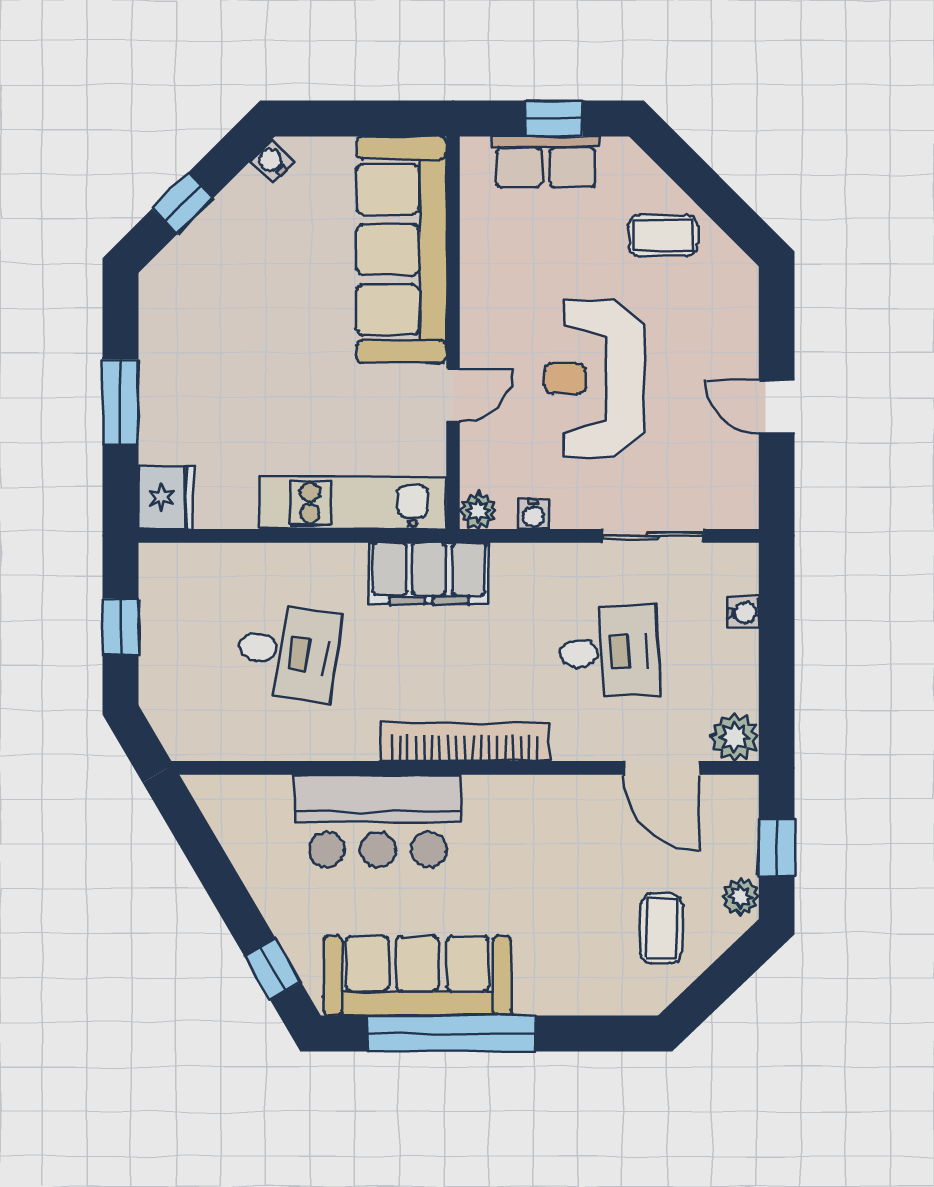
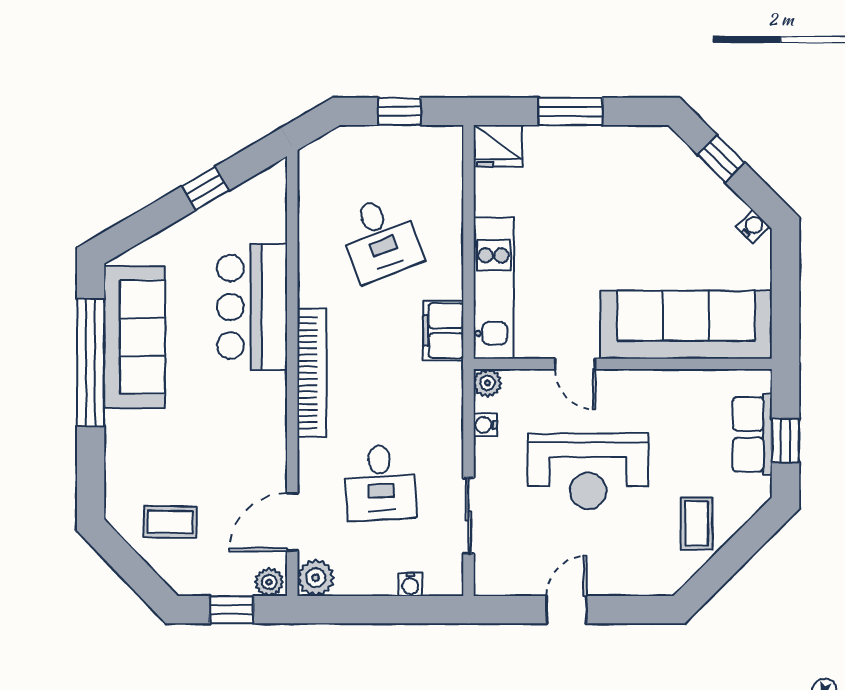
reception desk: (594, 379) -> (588, 471), turned 180
filing cabinet: (429, 573) -> (443, 331), width x0.67, depth x0.86
desk: (288, 652) -> (380, 239), turned -30
plant: (740, 897) -> (269, 582), moved
window: (273, 969) -> (205, 188), moved

